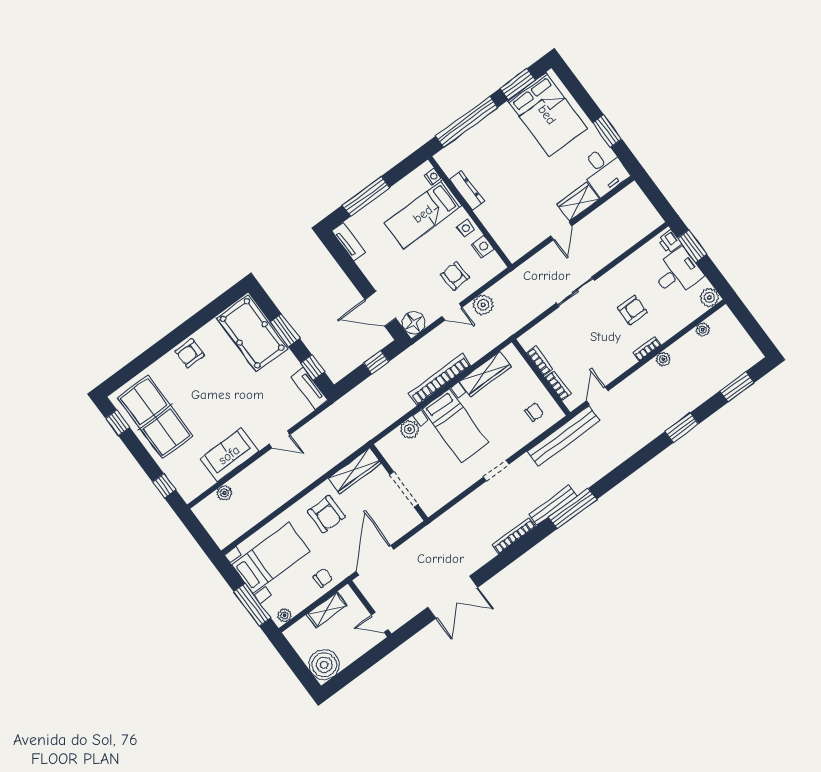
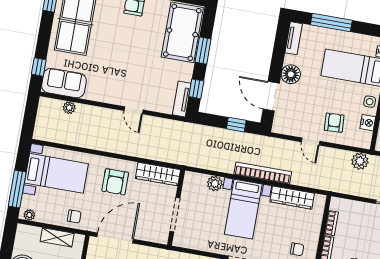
plant: (483, 305) -> (360, 161), moved
floor lamp: (414, 323) -> (291, 74), moved
sofa: (229, 455) -> (64, 83), moved

